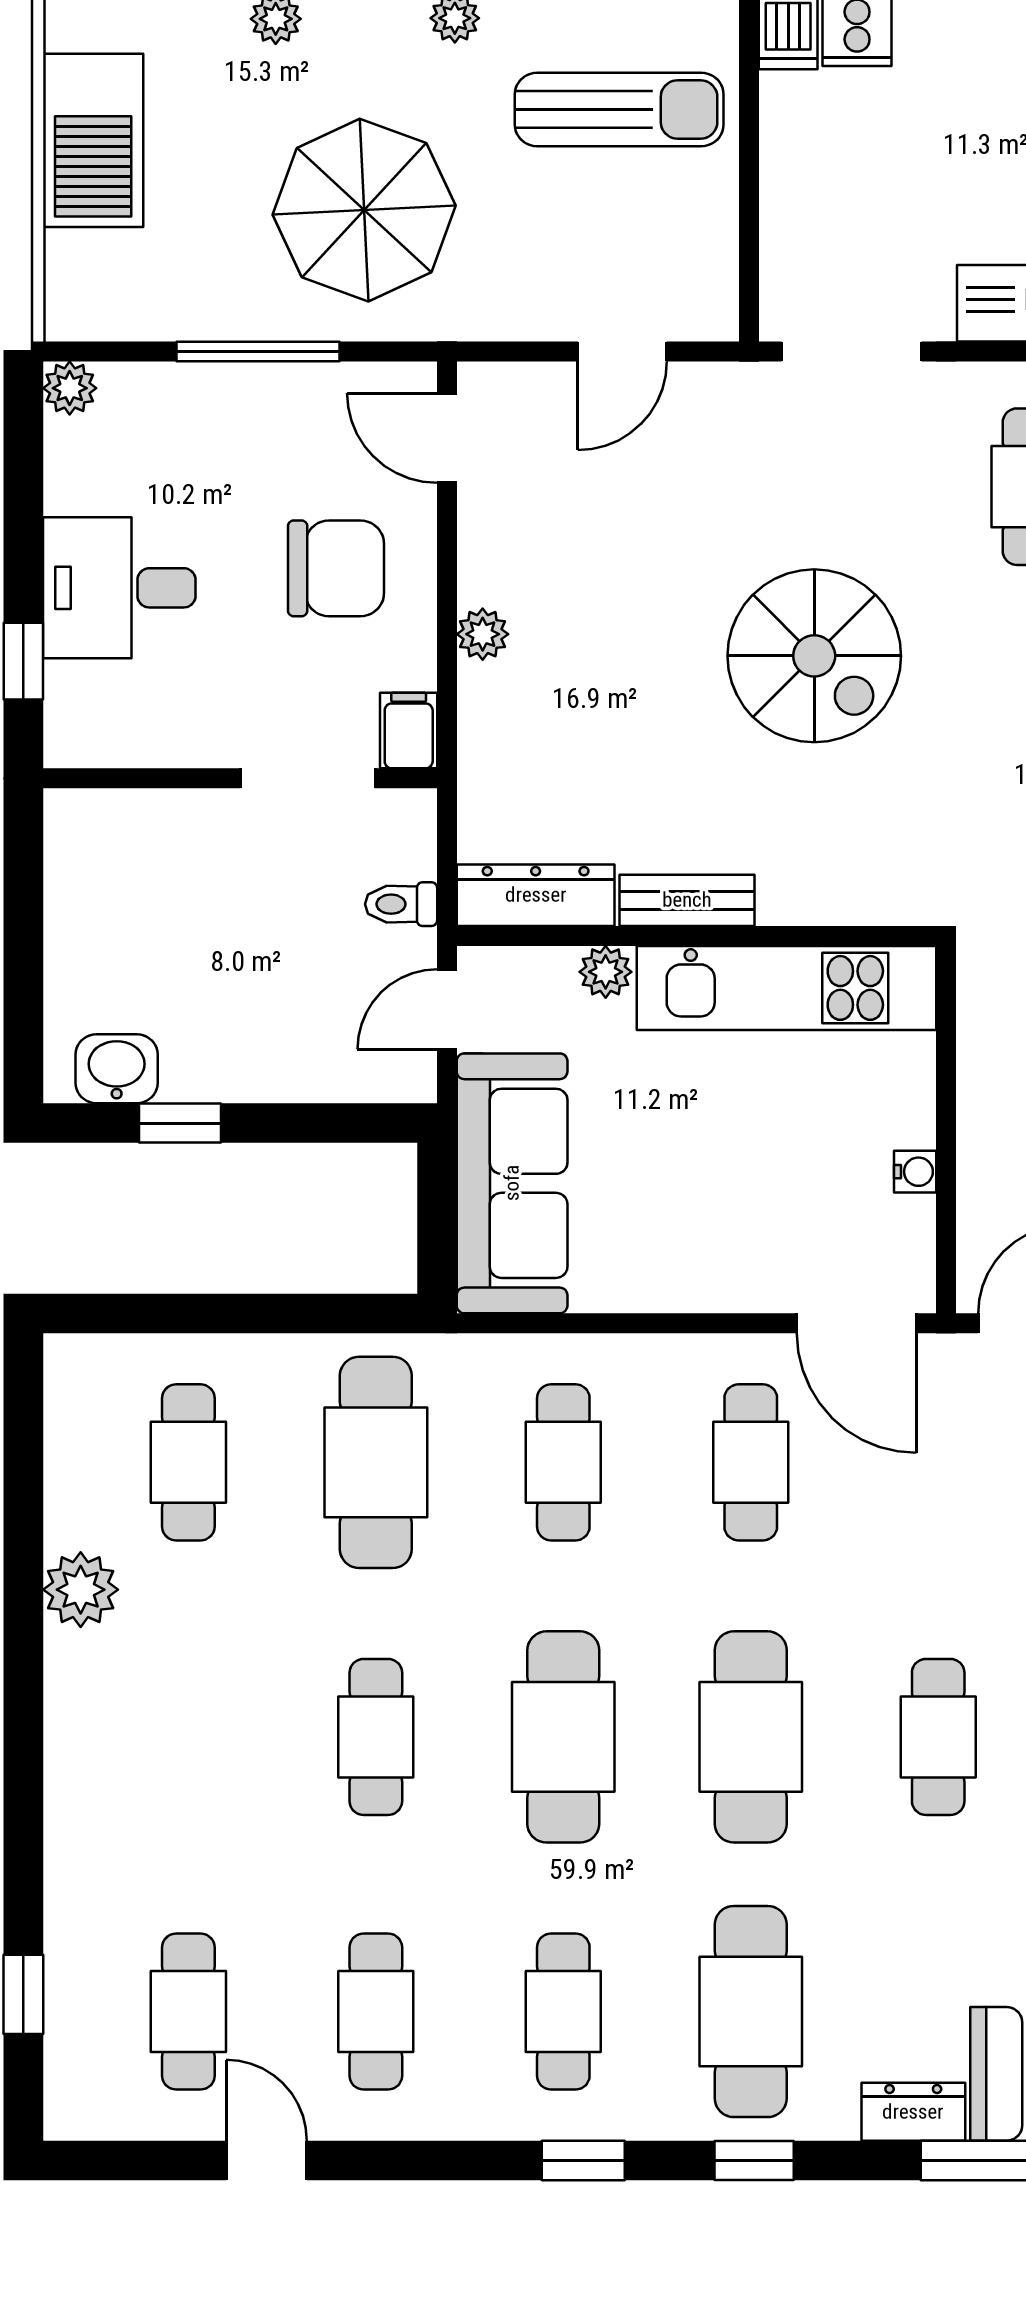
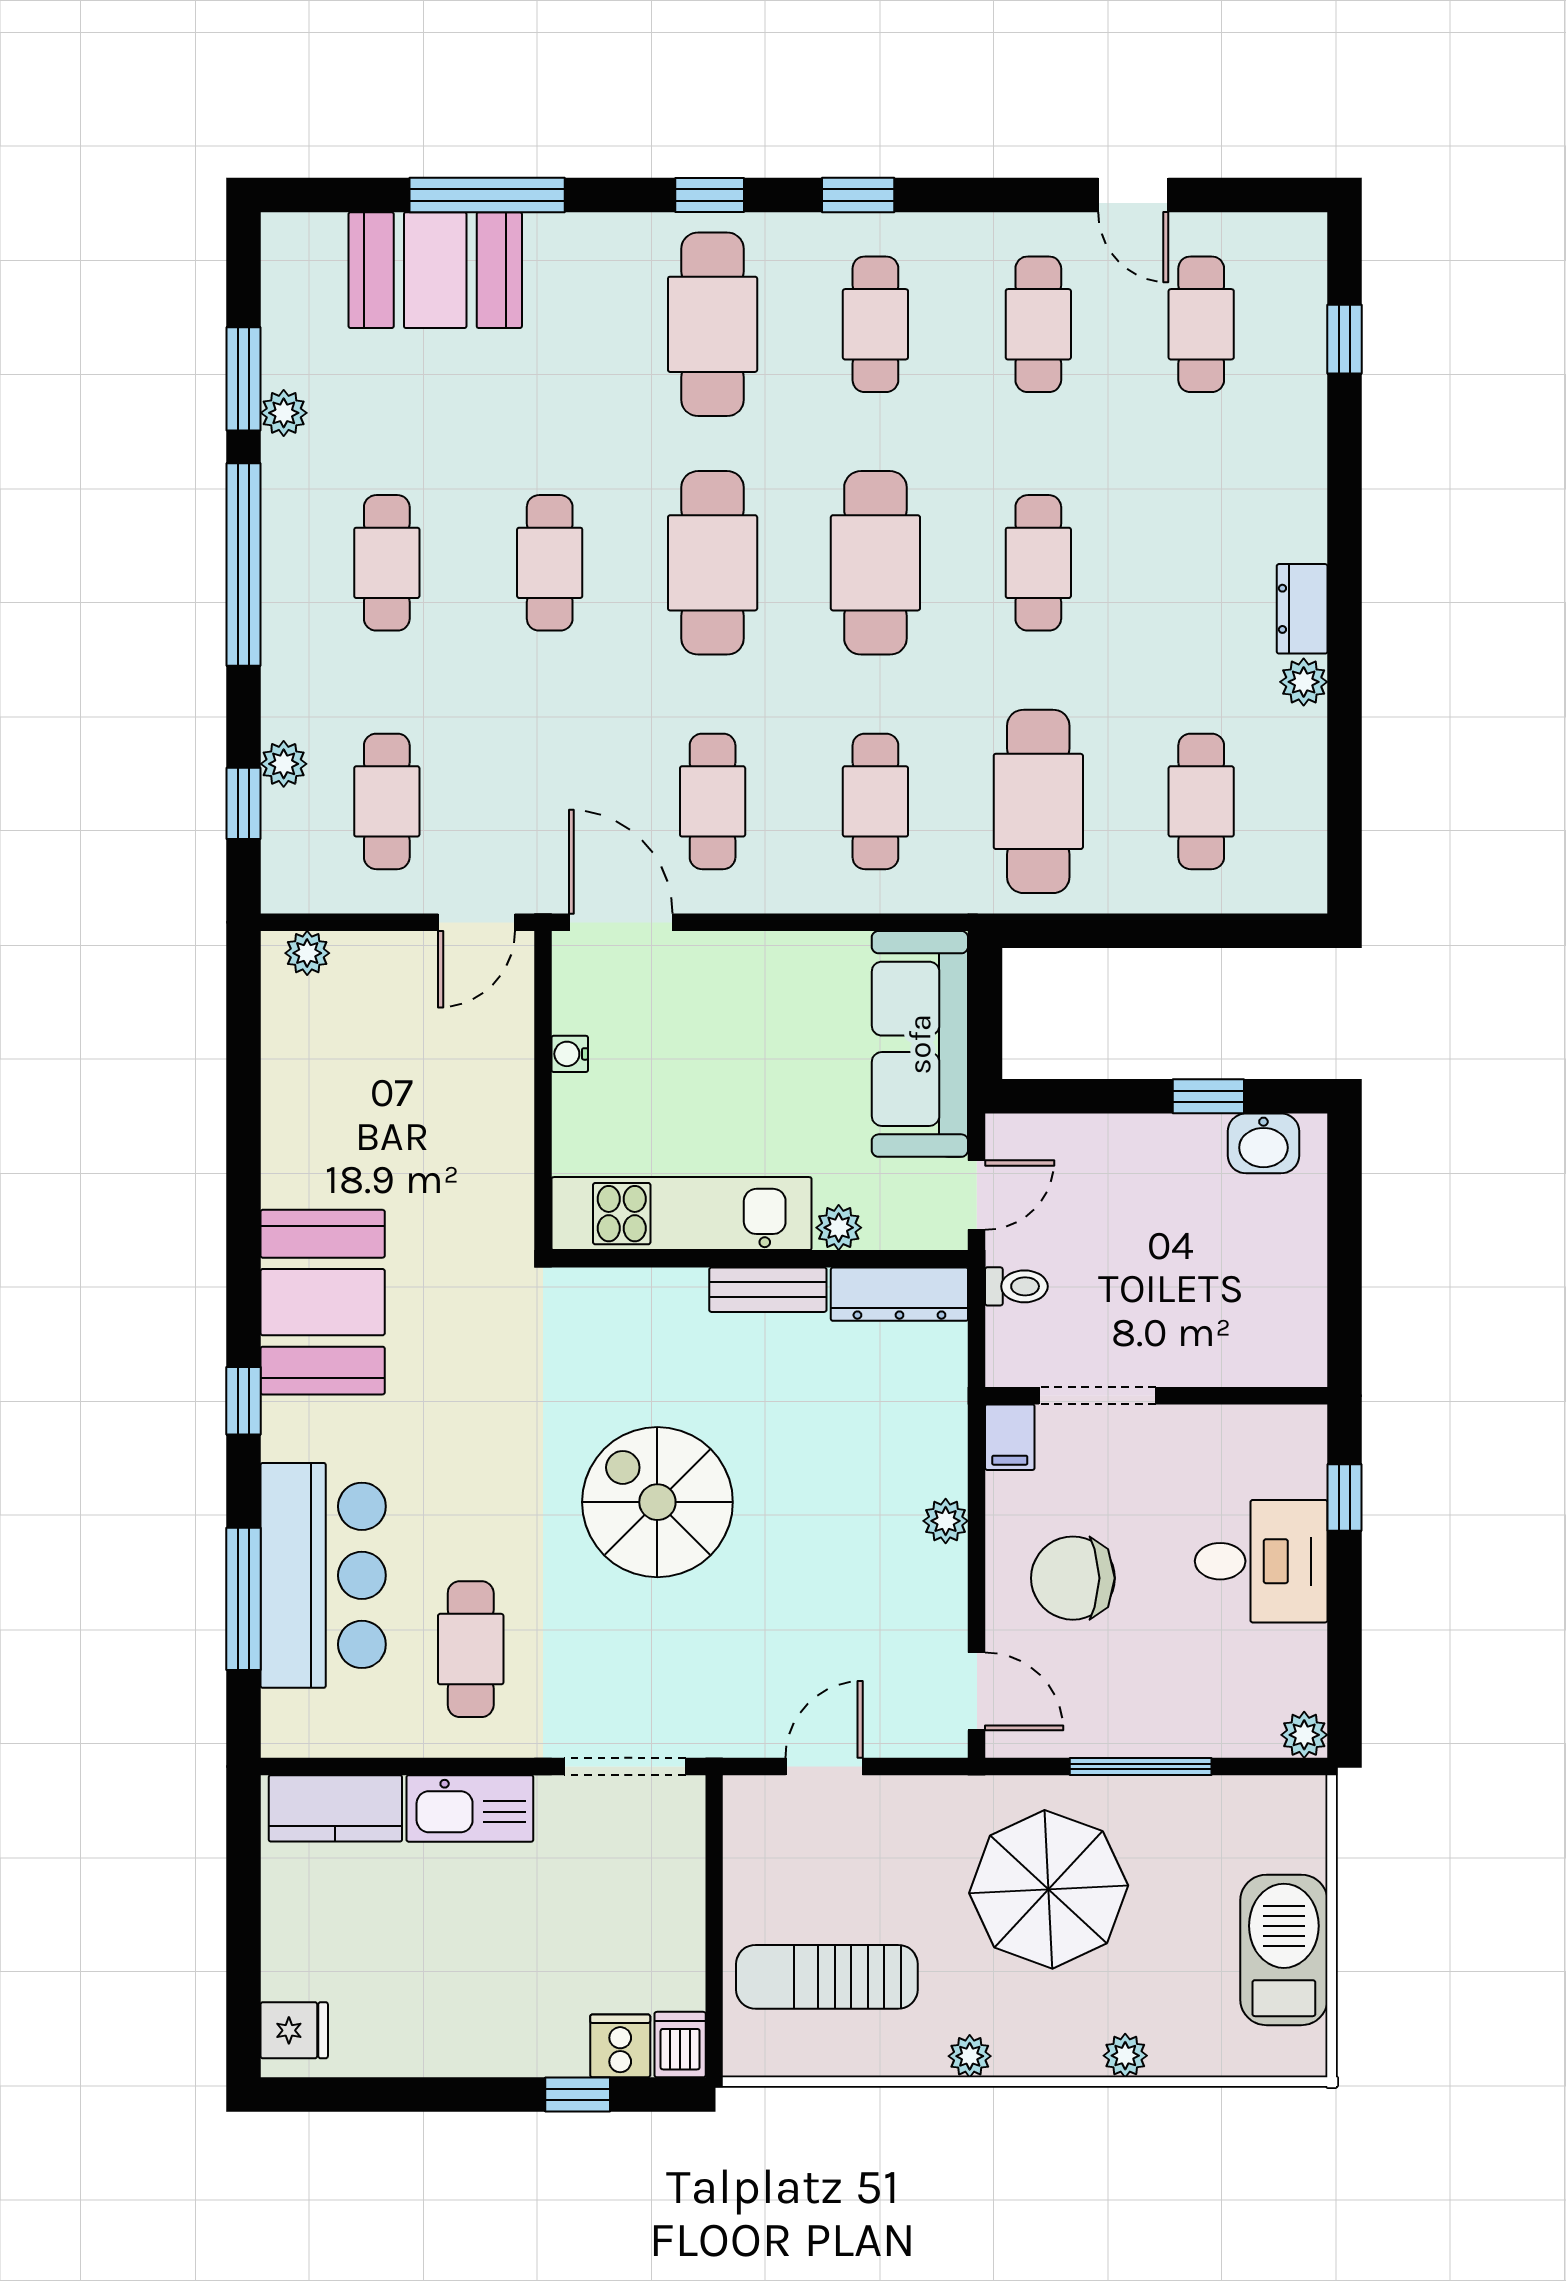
plant: (81, 1590) -> (1304, 682), width x0.73, depth x0.73
dresser: (913, 2112) -> (1302, 609), moved, turned 90

